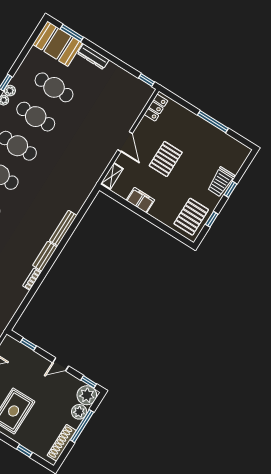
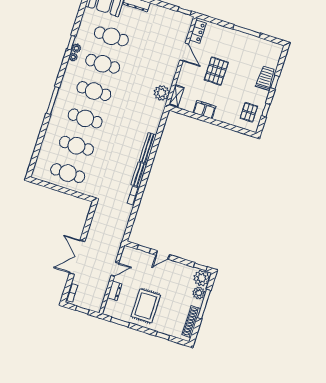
door: (125, 142) -> (184, 52), moved
plant: (96, 168) -> (162, 93), added
trolley: (221, 182) -> (265, 78), turned 180
pallet: (191, 217) -> (249, 112), width x0.67, depth x0.71
door: (61, 364) -> (163, 255), moved

